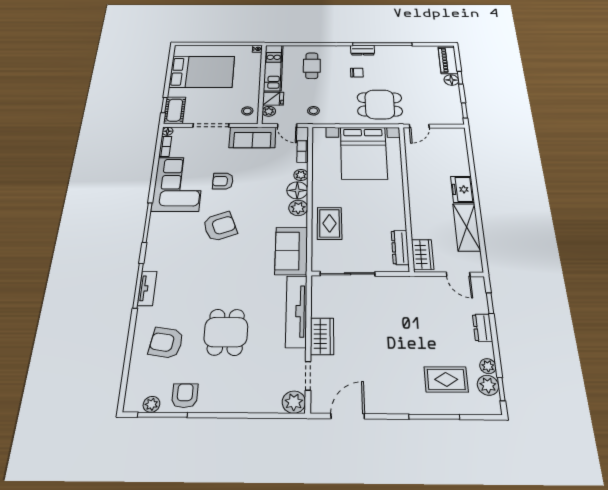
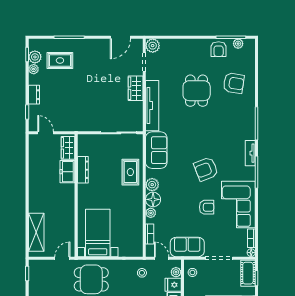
bed with nightstands: (364, 153) -> (98, 233), width x0.73
freezer: (462, 189) -> (67, 172), moved, turned 180
shelving: (467, 227) -> (36, 232), moved
dresser: (400, 247) -> (83, 170), moved
tv unit: (147, 288) -> (250, 153), moved

